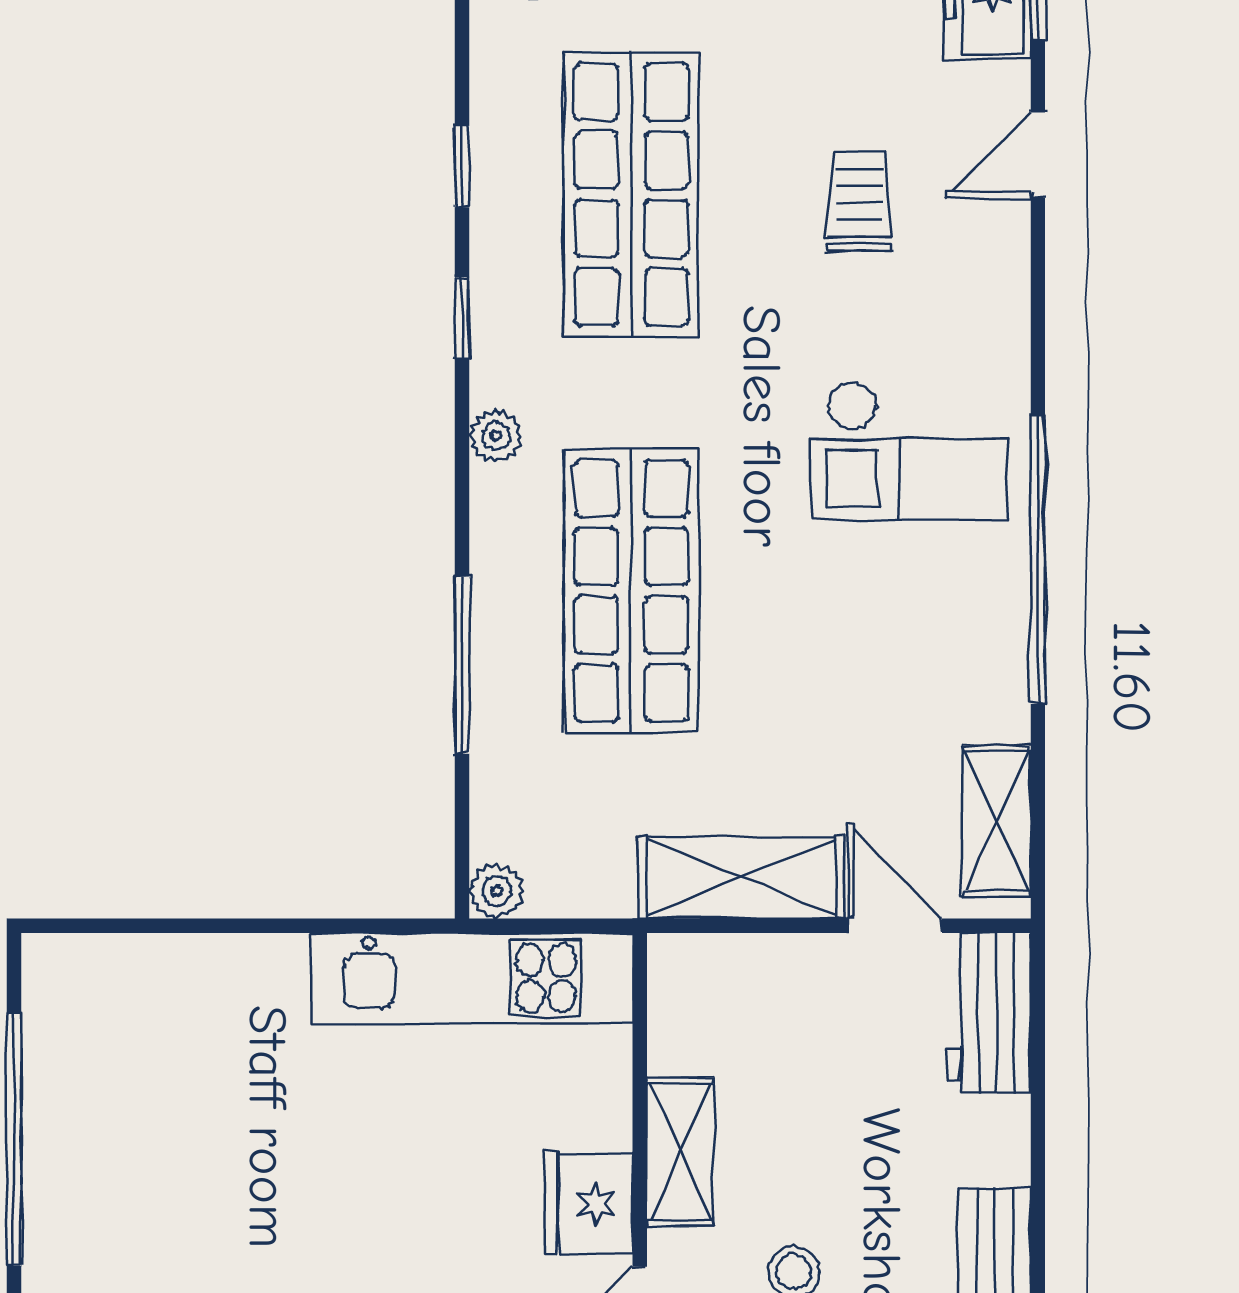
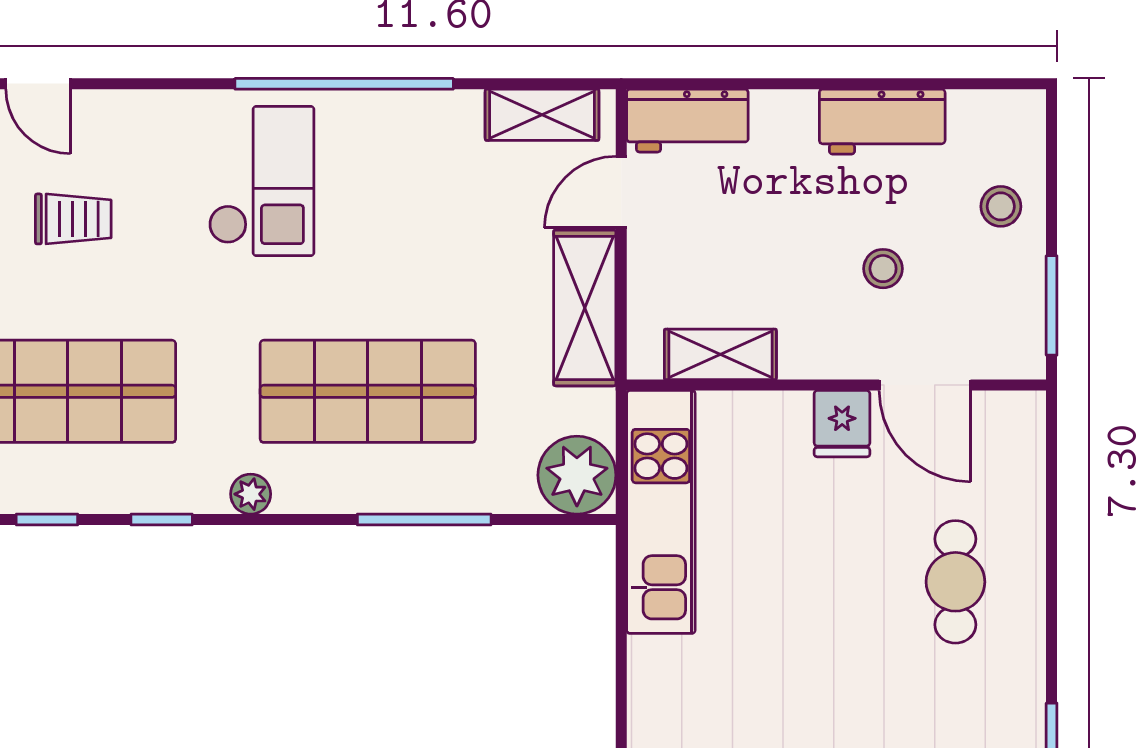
trolley: (859, 201) -> (73, 219), turned 180
plant: (497, 891) -> (577, 475), width x1.88, depth x1.88
shelving: (680, 1152) -> (720, 354), moved
fridge: (589, 1203) -> (842, 424), width x0.72

